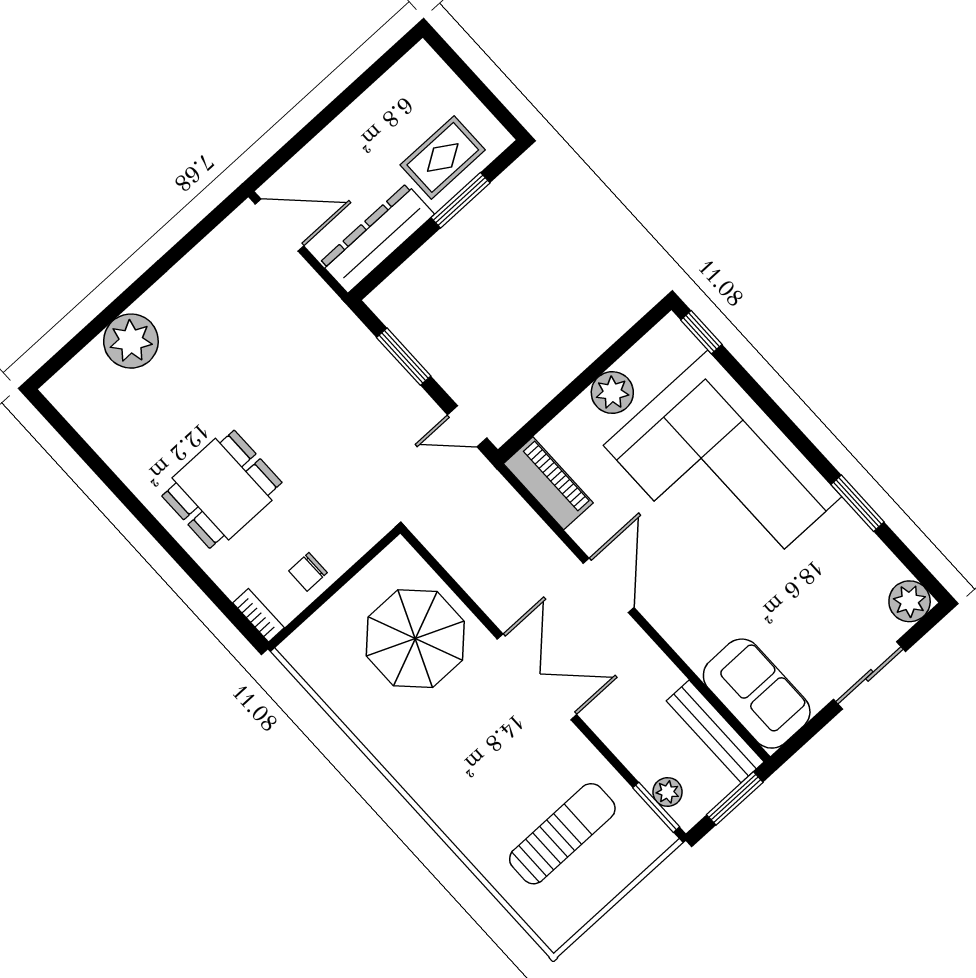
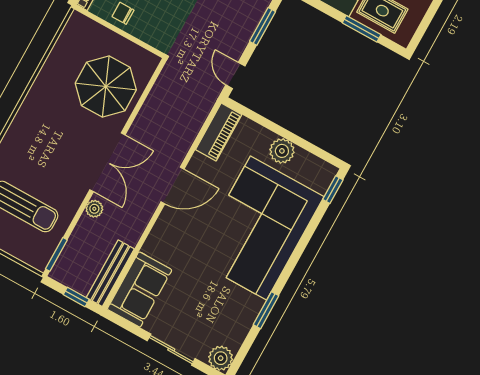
plant: (668, 792) -> (94, 209), moved
window: (735, 798) -> (76, 297), width x0.67

